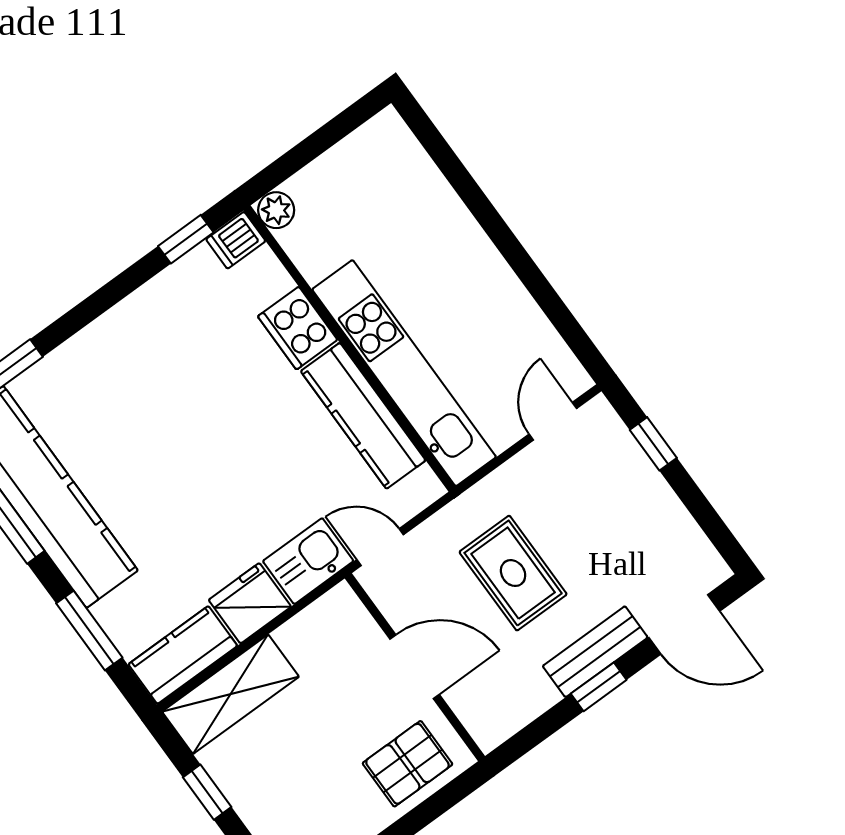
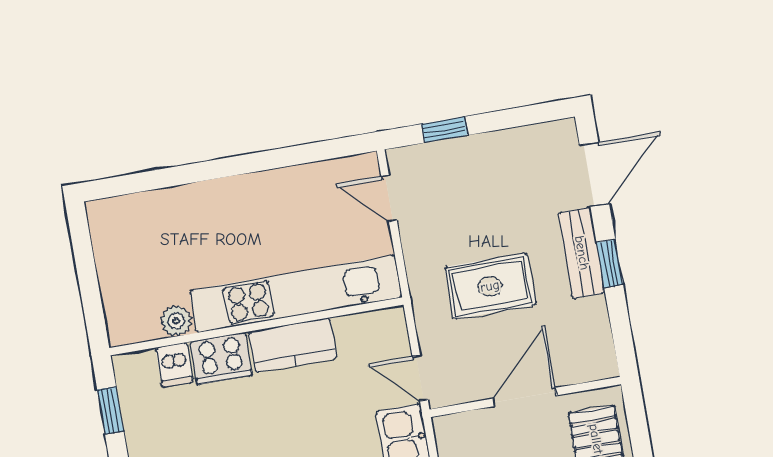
plant: (276, 210) -> (176, 321), moved
dishwasher: (236, 240) -> (174, 365), moved
kitchen counter: (363, 416) -> (292, 345), width x0.67
door: (380, 547) -> (420, 378), hinge flipped

